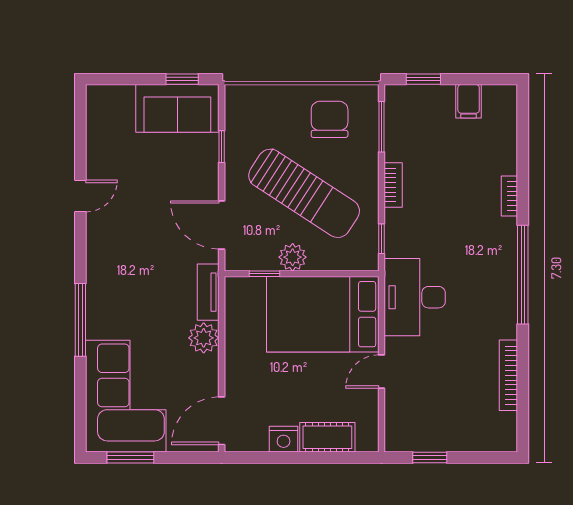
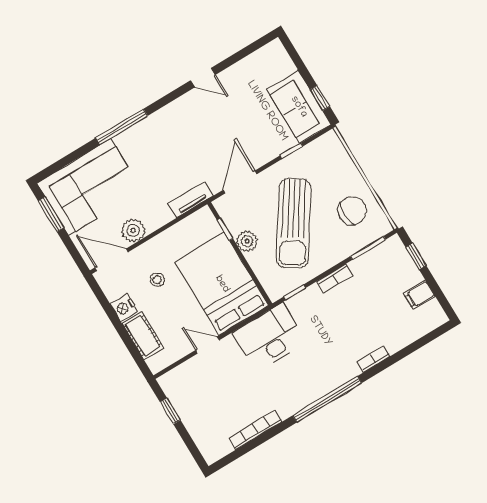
plant: (204, 338) -> (133, 230), moved
stool: (275, 383) -> (157, 280), added

